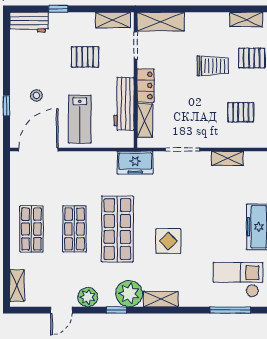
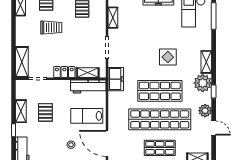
shelving: (113, 20) -> (21, 111), moved
trolley: (213, 66) -> (51, 28), turned 90
workbench: (124, 104) -> (88, 87), moved
lab bench: (80, 119) -> (87, 116), turned 180
shop shelf: (74, 229) -> (160, 119), width x2.00, depth x1.36

